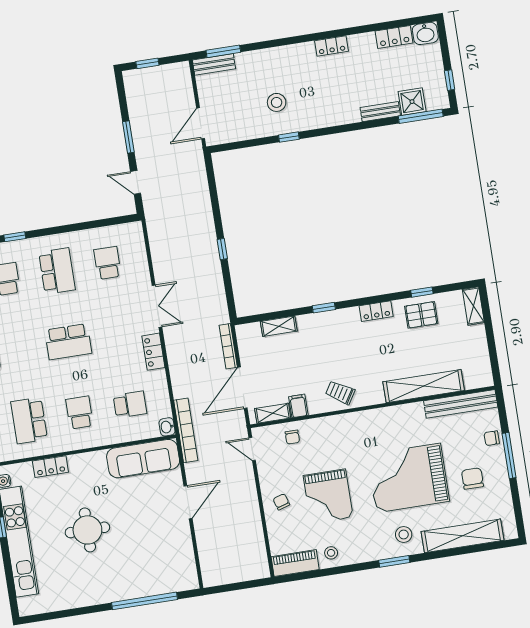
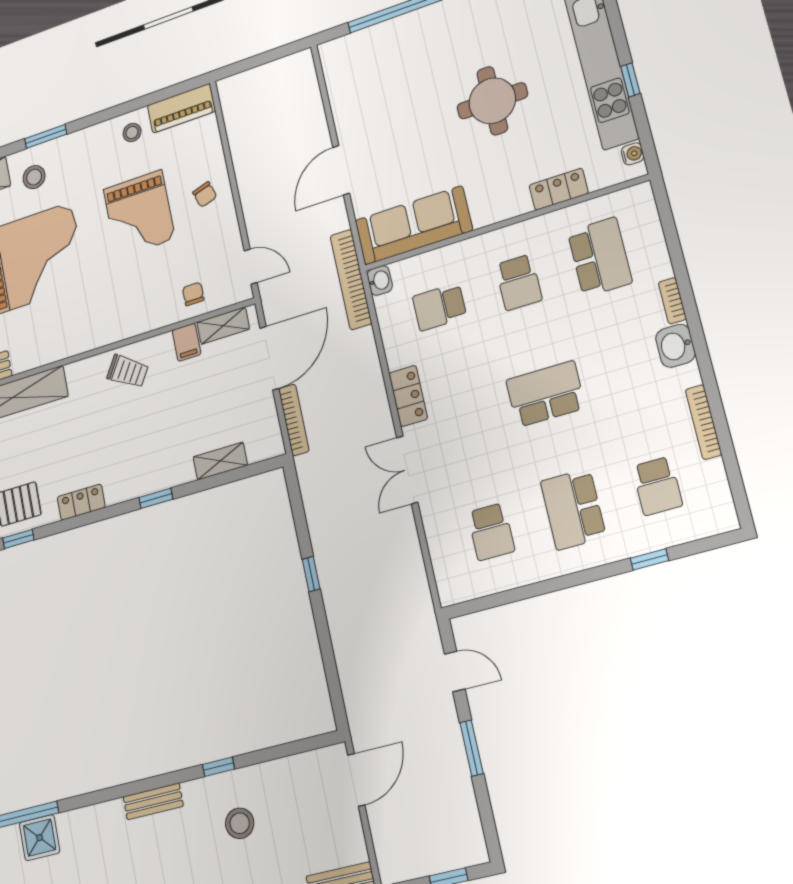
bench: (380, 112) -> (153, 801), moved
grand piano: (328, 496) -> (139, 214), turned 180

